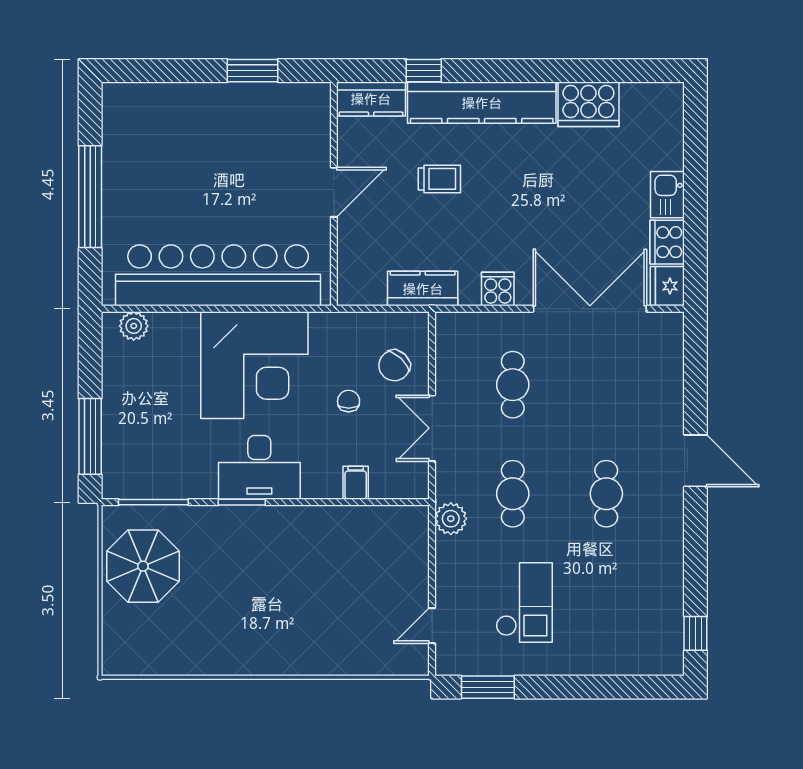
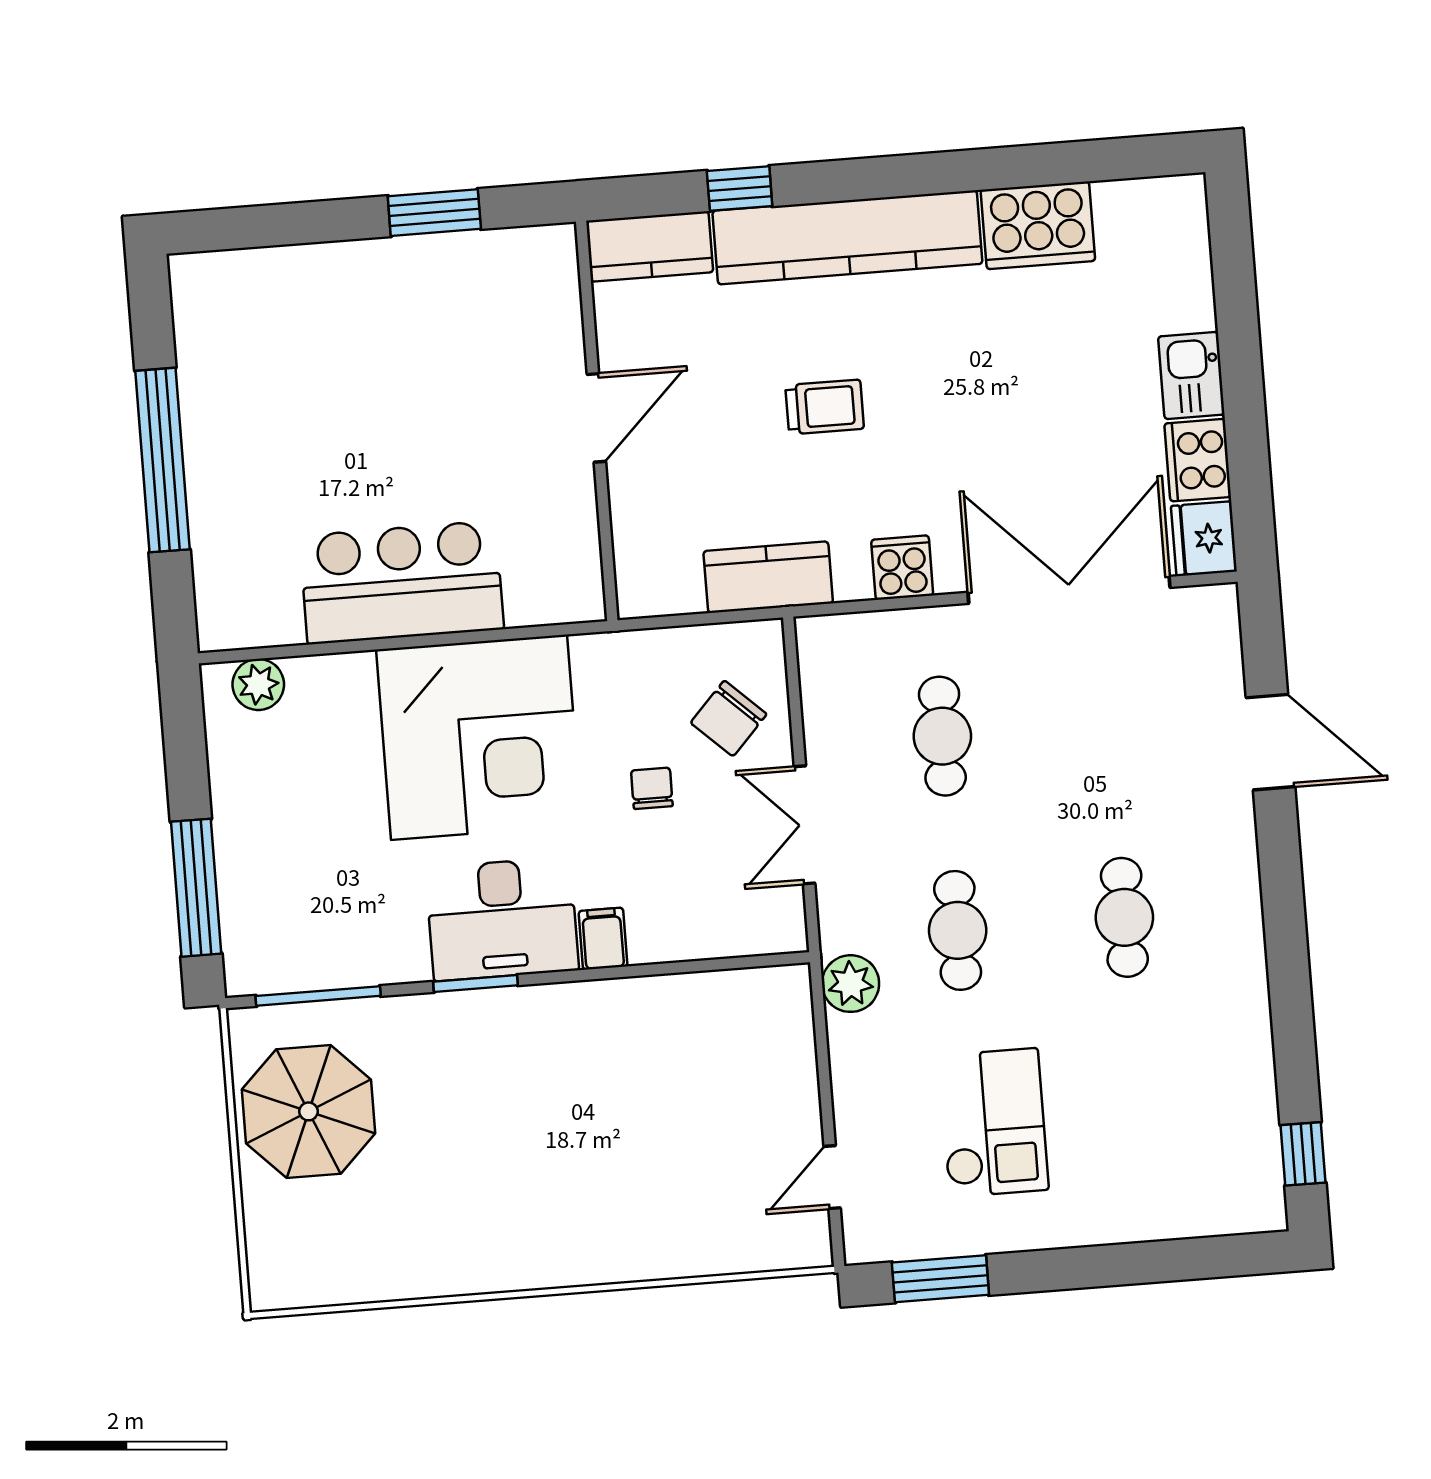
trolley: (439, 179) -> (825, 407), moved
bar counter: (218, 275) -> (402, 582), width x0.54
door: (695, 461) -> (1271, 742), moved
filing cabinet: (356, 483) -> (603, 939), moved

